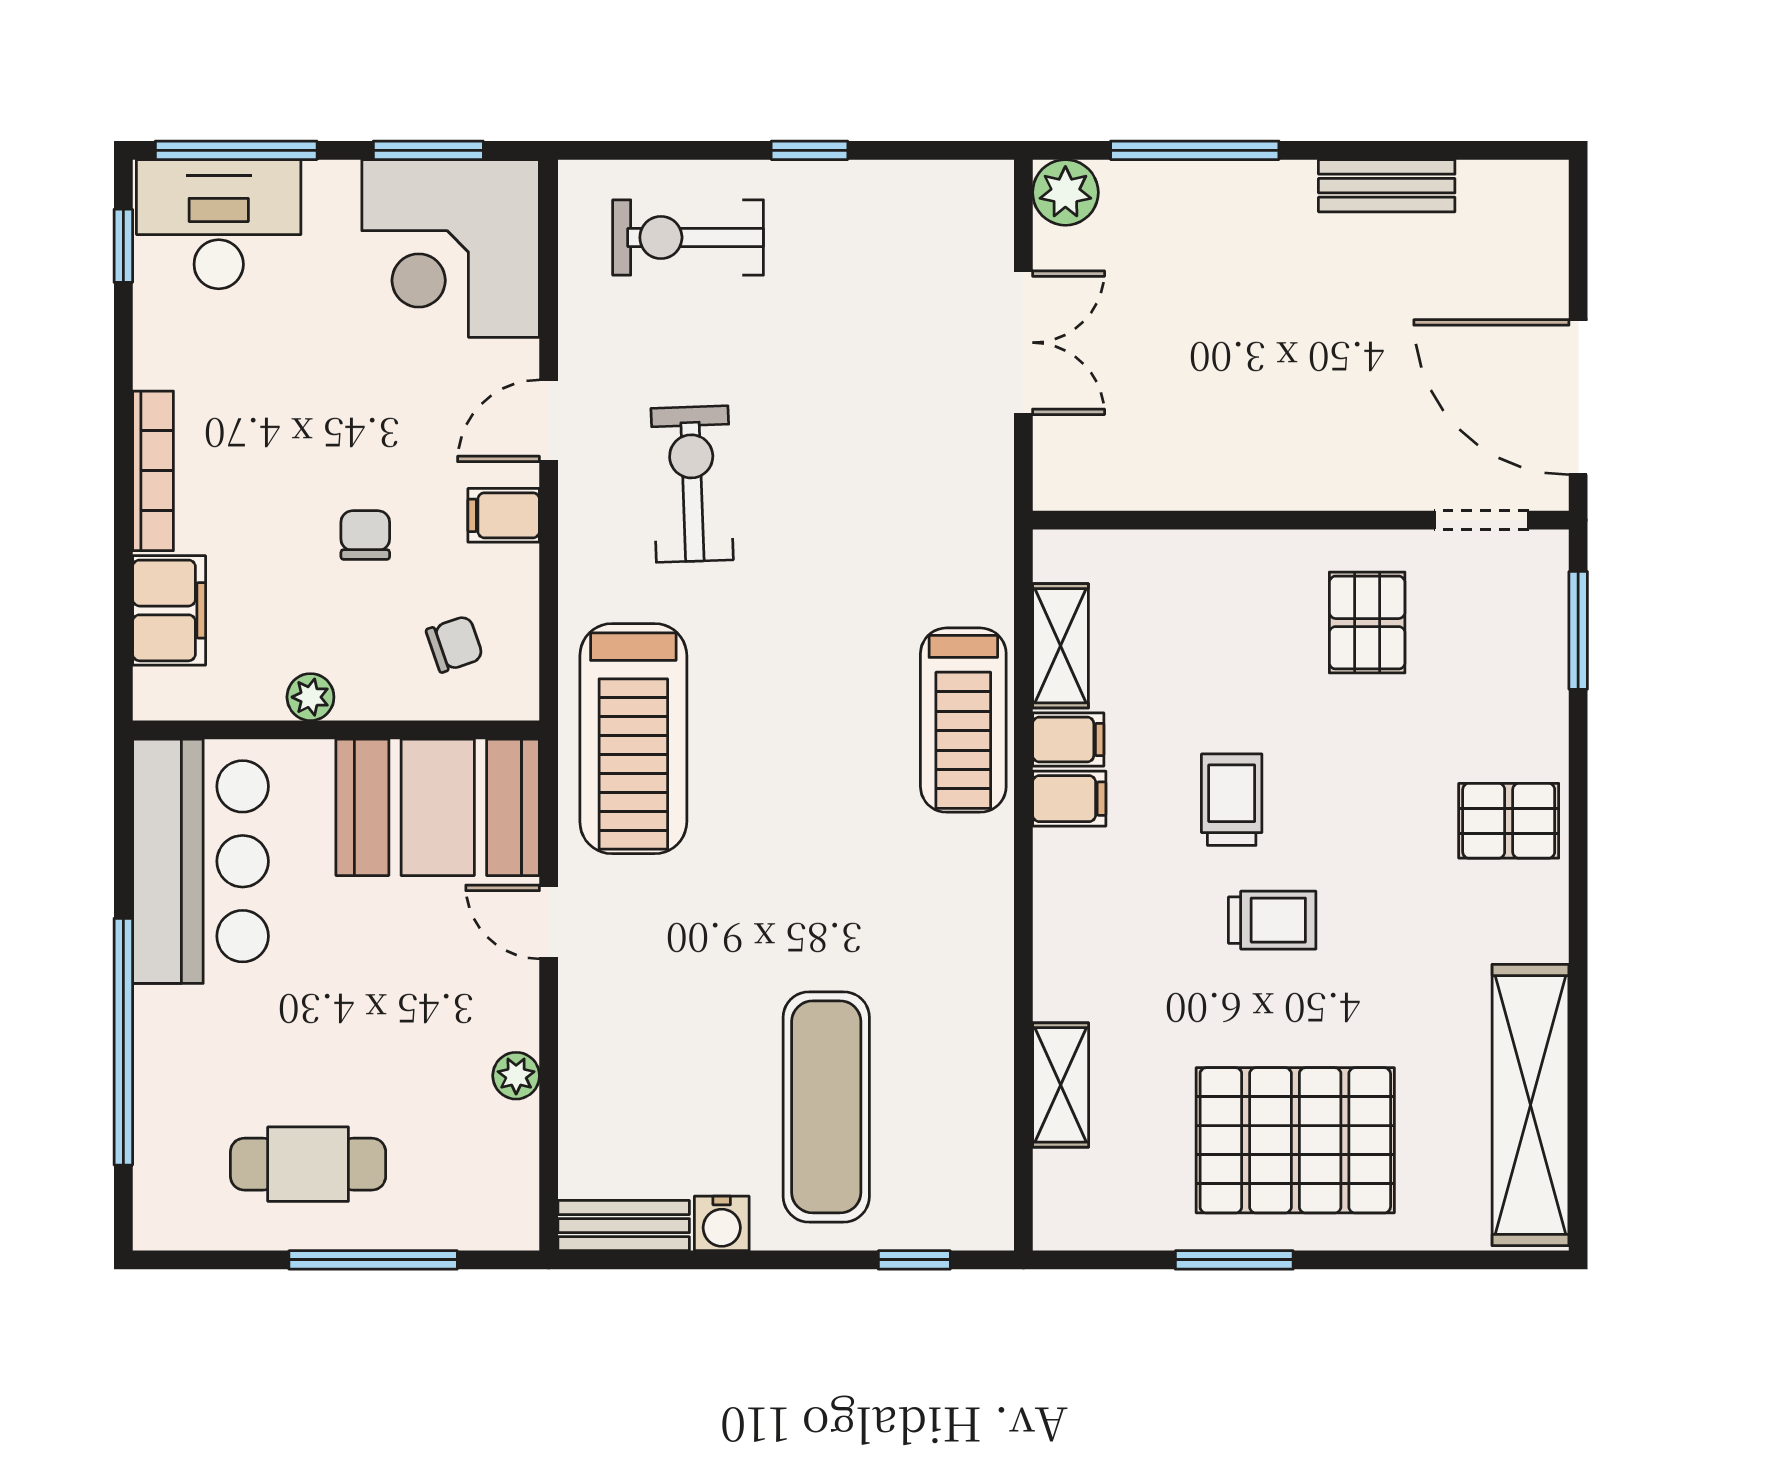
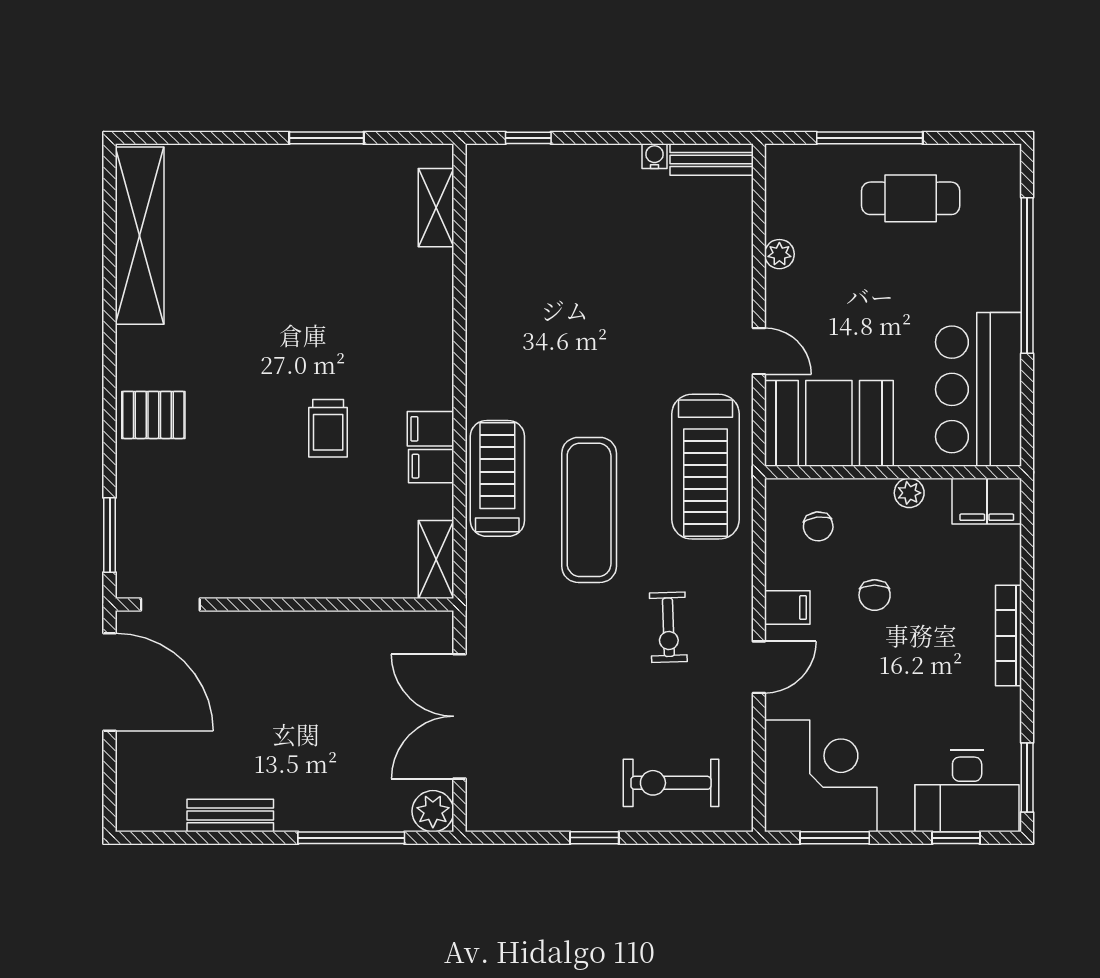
window: (236, 150) -> (956, 838), width x0.46
exercise bike: (688, 237) -> (671, 783), turned 180
window: (123, 246) -> (1027, 778), width x1.50
double door: (1023, 343) -> (459, 716), width x1.37
exercise bike: (692, 484) -> (668, 627), width x0.73, depth x0.72
filing cabinet: (169, 610) -> (987, 501), moved, turned -90
pallet: (1367, 623) -> (243, 540), removed
chair: (455, 644) -> (818, 526), turned -78
shelving: (1061, 646) -> (436, 559), moved
treadmill: (633, 739) -> (705, 467), turned 180
trolley: (1272, 920) -> (303, 352), removed
shelving: (1061, 1085) -> (436, 208), moved
exercise mat: (826, 1107) -> (589, 510), moved
pallet: (1295, 1140) -> (288, 213), removed
water cooler: (722, 1223) -> (654, 156), width x0.72, depth x0.72

